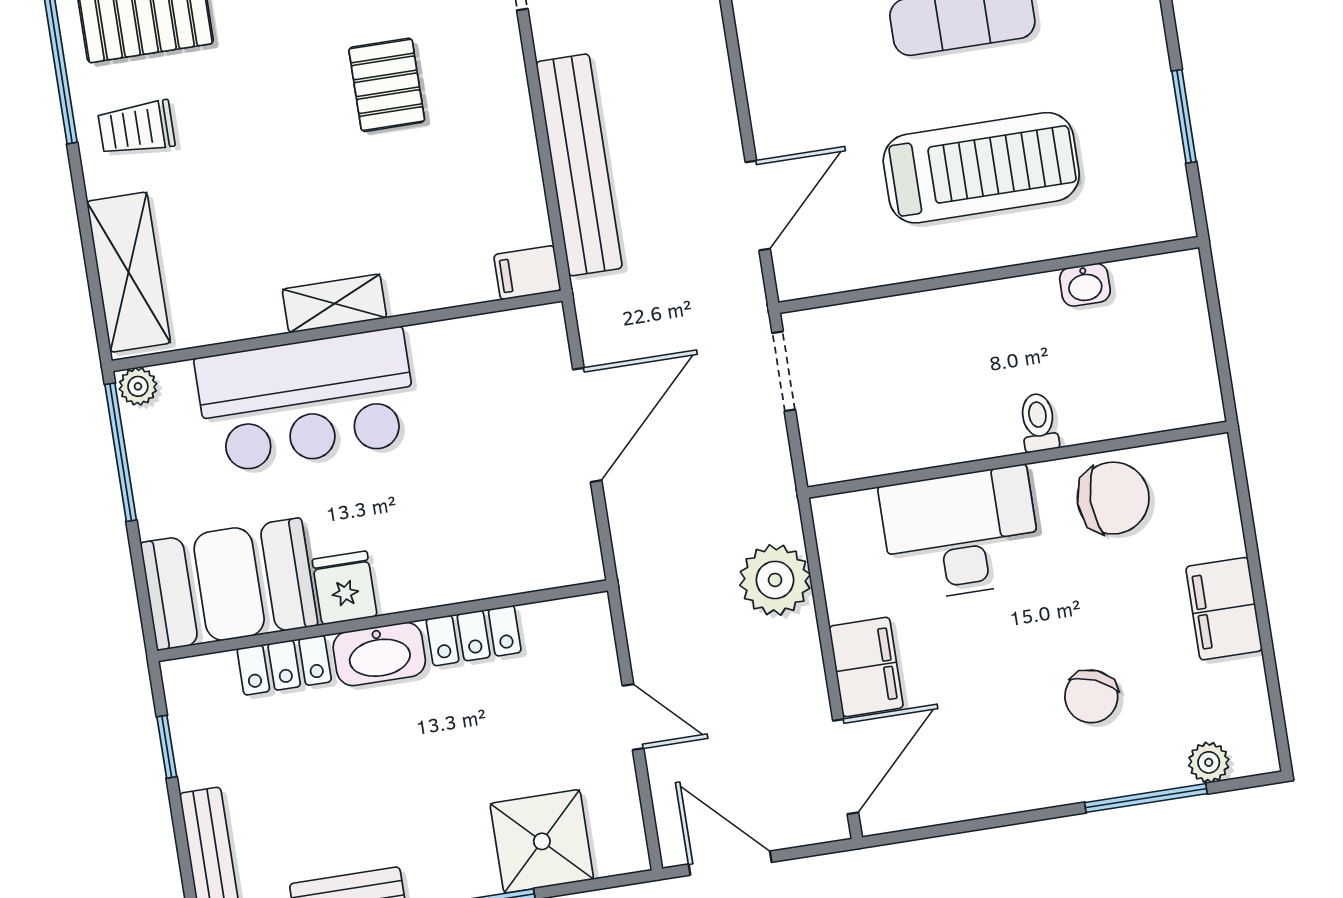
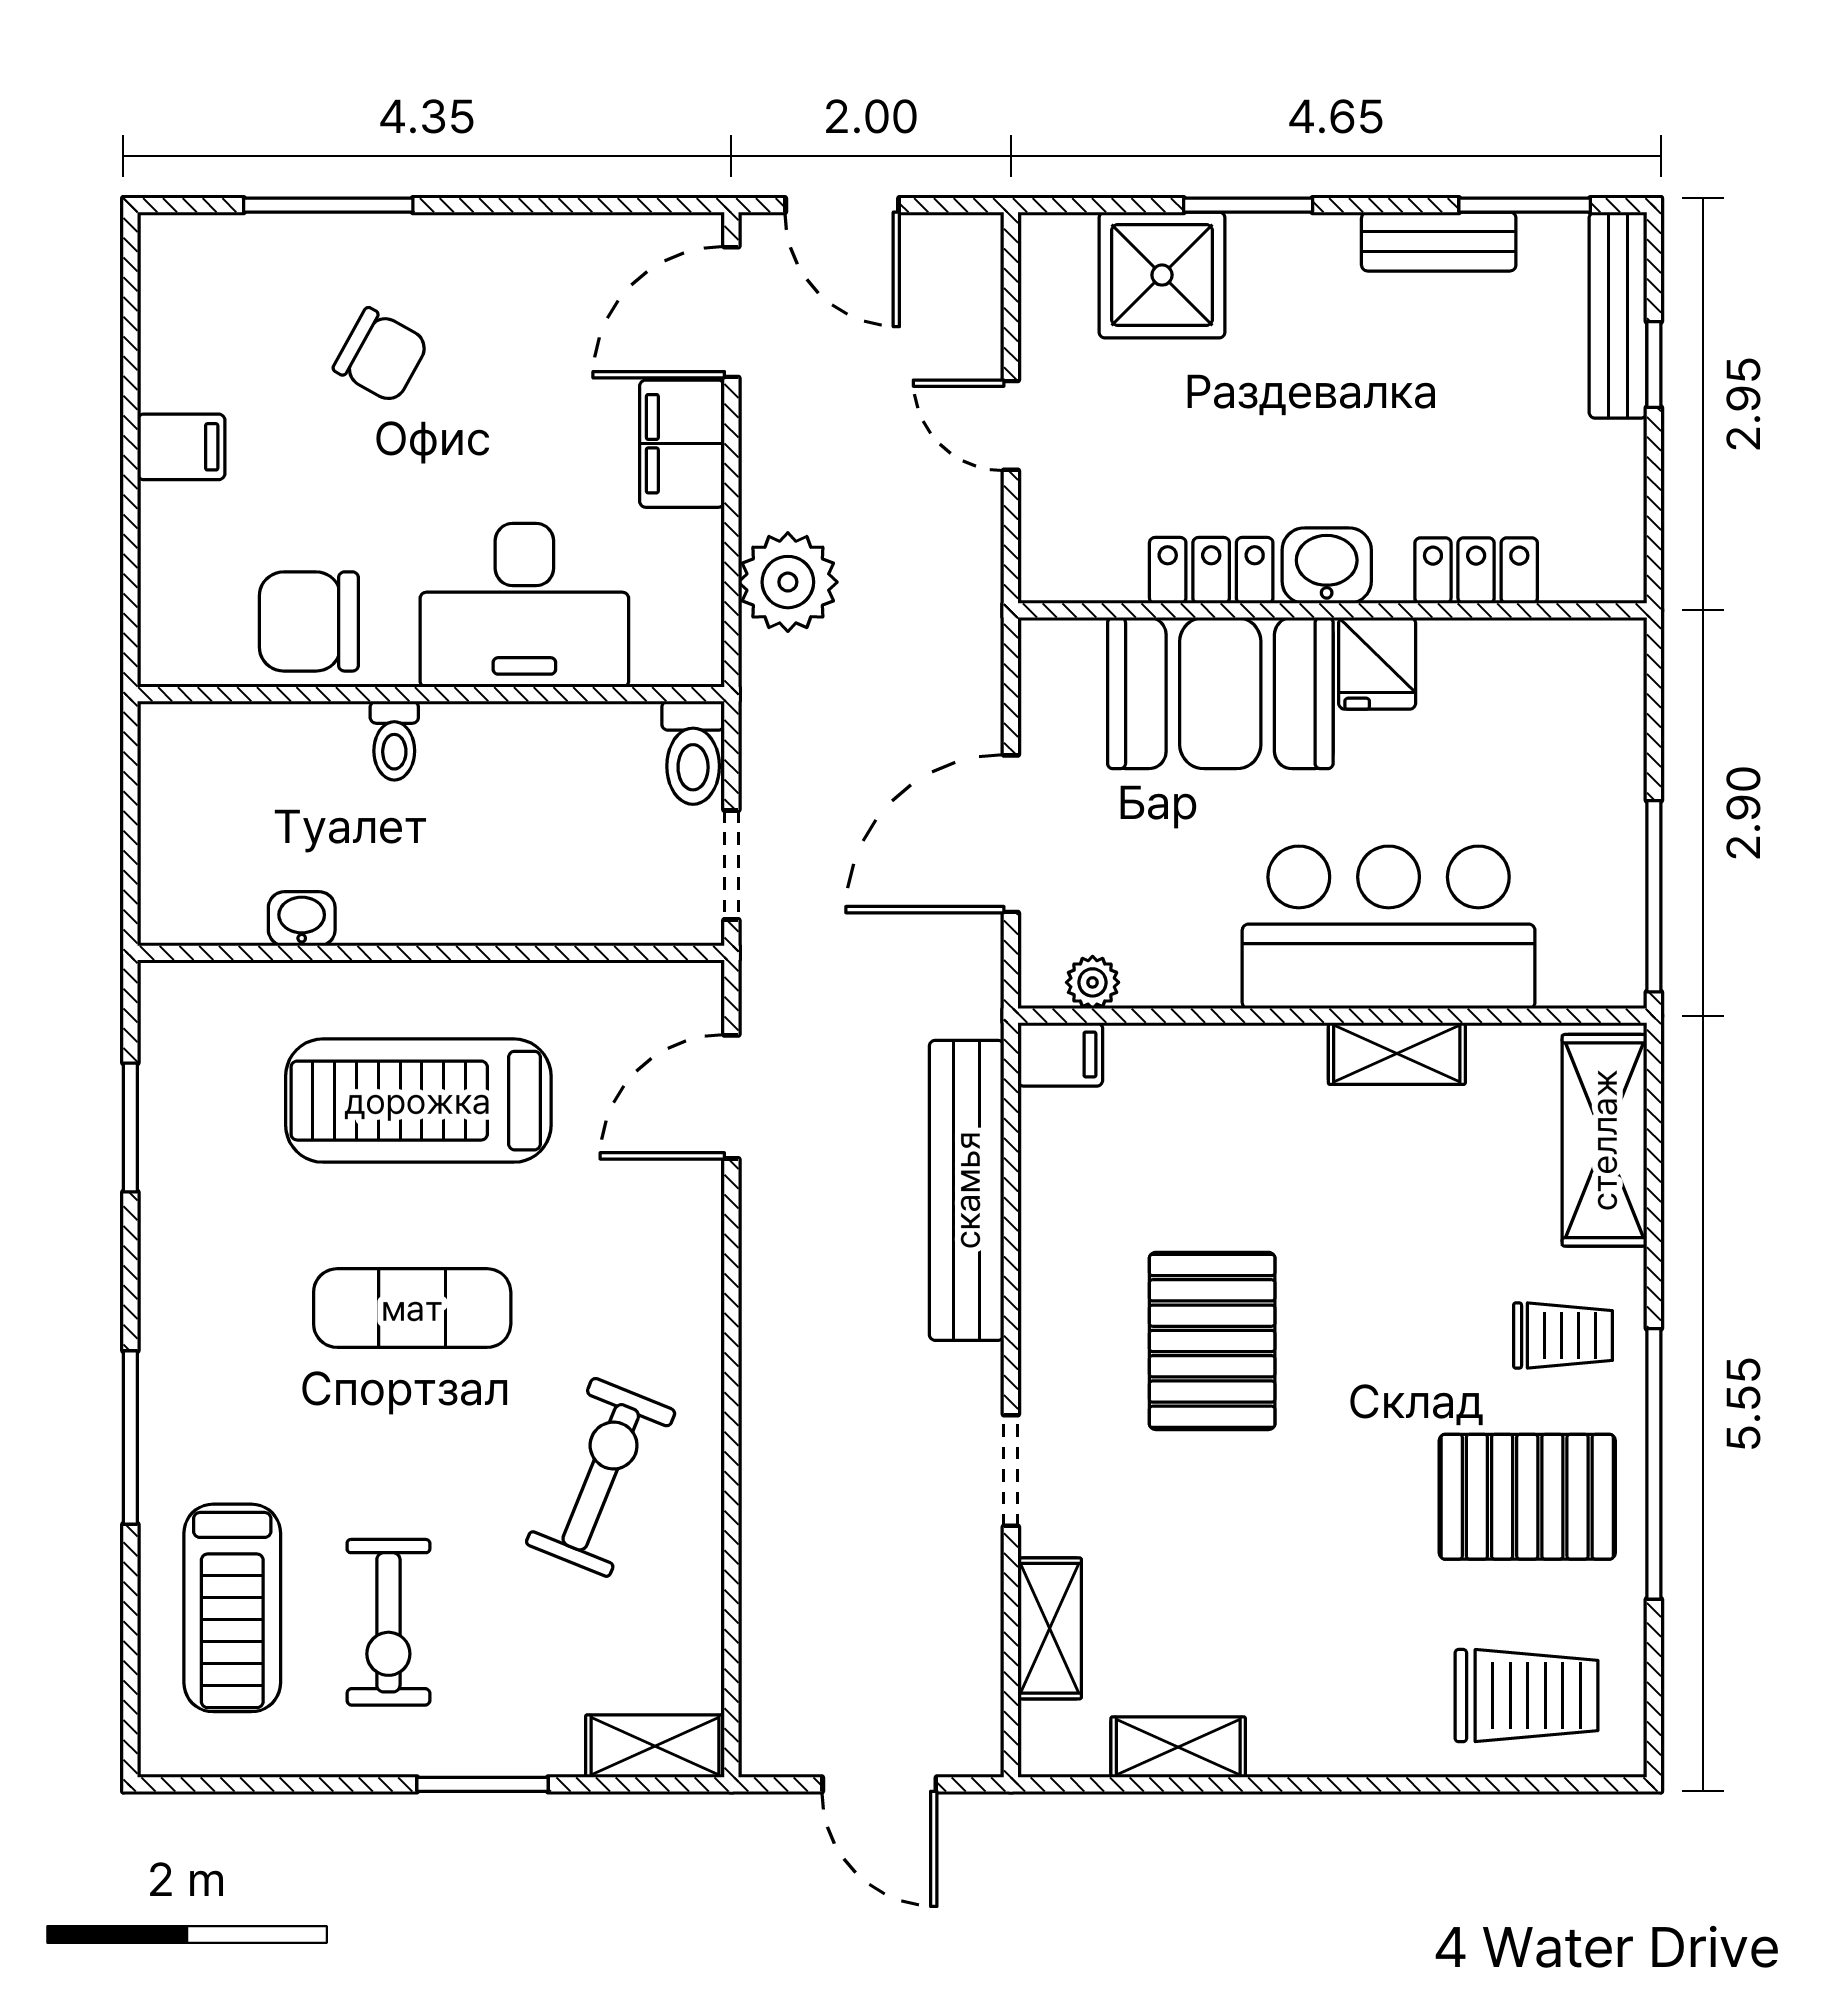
pallet: (387, 85) -> (1212, 1341), width x1.50, depth x1.42
shelving: (334, 304) -> (1397, 1054), moved
plant: (138, 386) -> (1093, 982), moved
toilet: (824, 447) -> (693, 753), added
booth: (229, 584) -> (1220, 693), moved
filing cabinet: (1224, 609) -> (181, 447), width x0.50
washbasin: (379, 654) -> (1327, 566), width x0.72
chair: (1091, 696) -> (381, 355), turned 96
window: (167, 747) -> (1654, 364), moved
plant: (1209, 762) -> (235, 240), removed
door: (730, 863) -> (842, 205), moved

